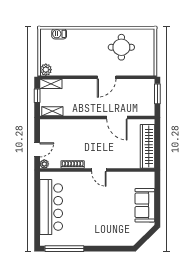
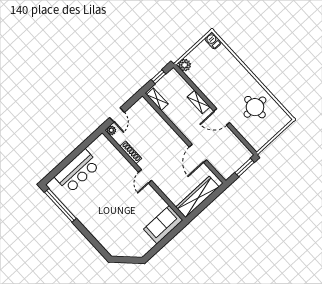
barbecue: (59, 34) -> (213, 41), moved
shelving: (51, 84) -> (199, 102), moved
door: (37, 150) -> (117, 115), hinge flipped
sofa: (145, 205) -> (163, 225), moved
bar counter: (51, 207) -> (77, 171), width x0.73

